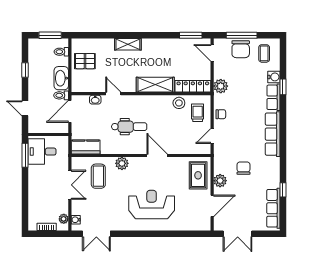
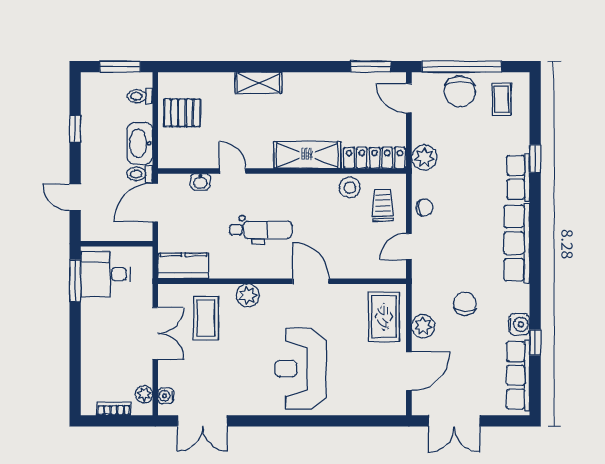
window: (242, 35) -> (462, 67), width x1.46
water cooler: (274, 77) -> (519, 324), moved
reception desk: (152, 205) -> (301, 369), turned -90

